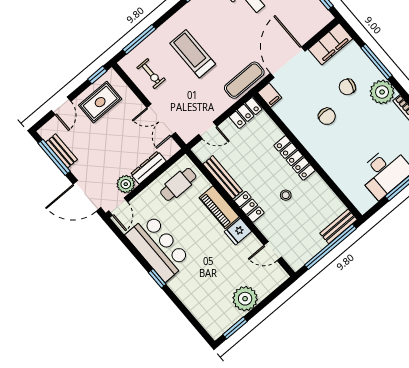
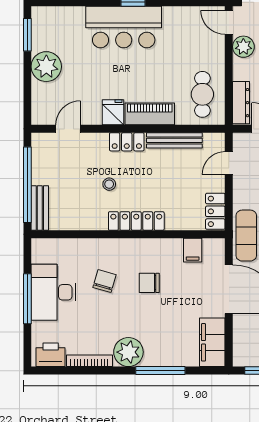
chair: (347, 87) -> (104, 281), moved
filing cabinet: (270, 95) -> (193, 250), moved, turned -90
dresser: (148, 168) -> (241, 103), moved
bar counter: (158, 247) -> (124, 27), moved

